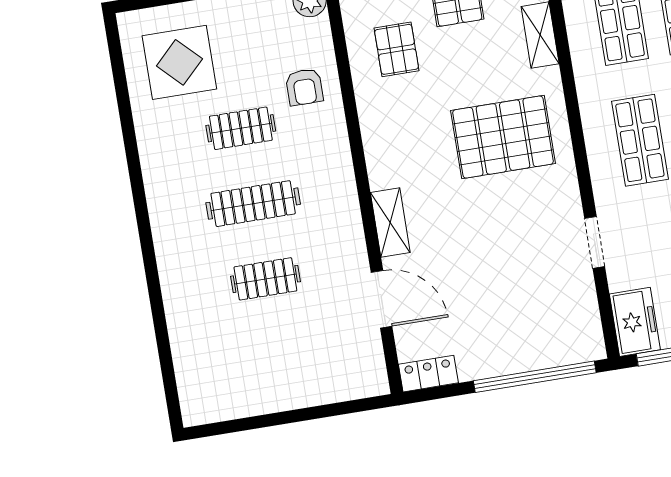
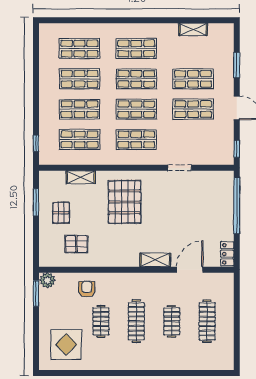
armchair: (304, 87) -> (87, 289), turned -90
freezer: (635, 322) -> (219, 155), removed
clothes rail: (278, 354) -> (207, 321), added

